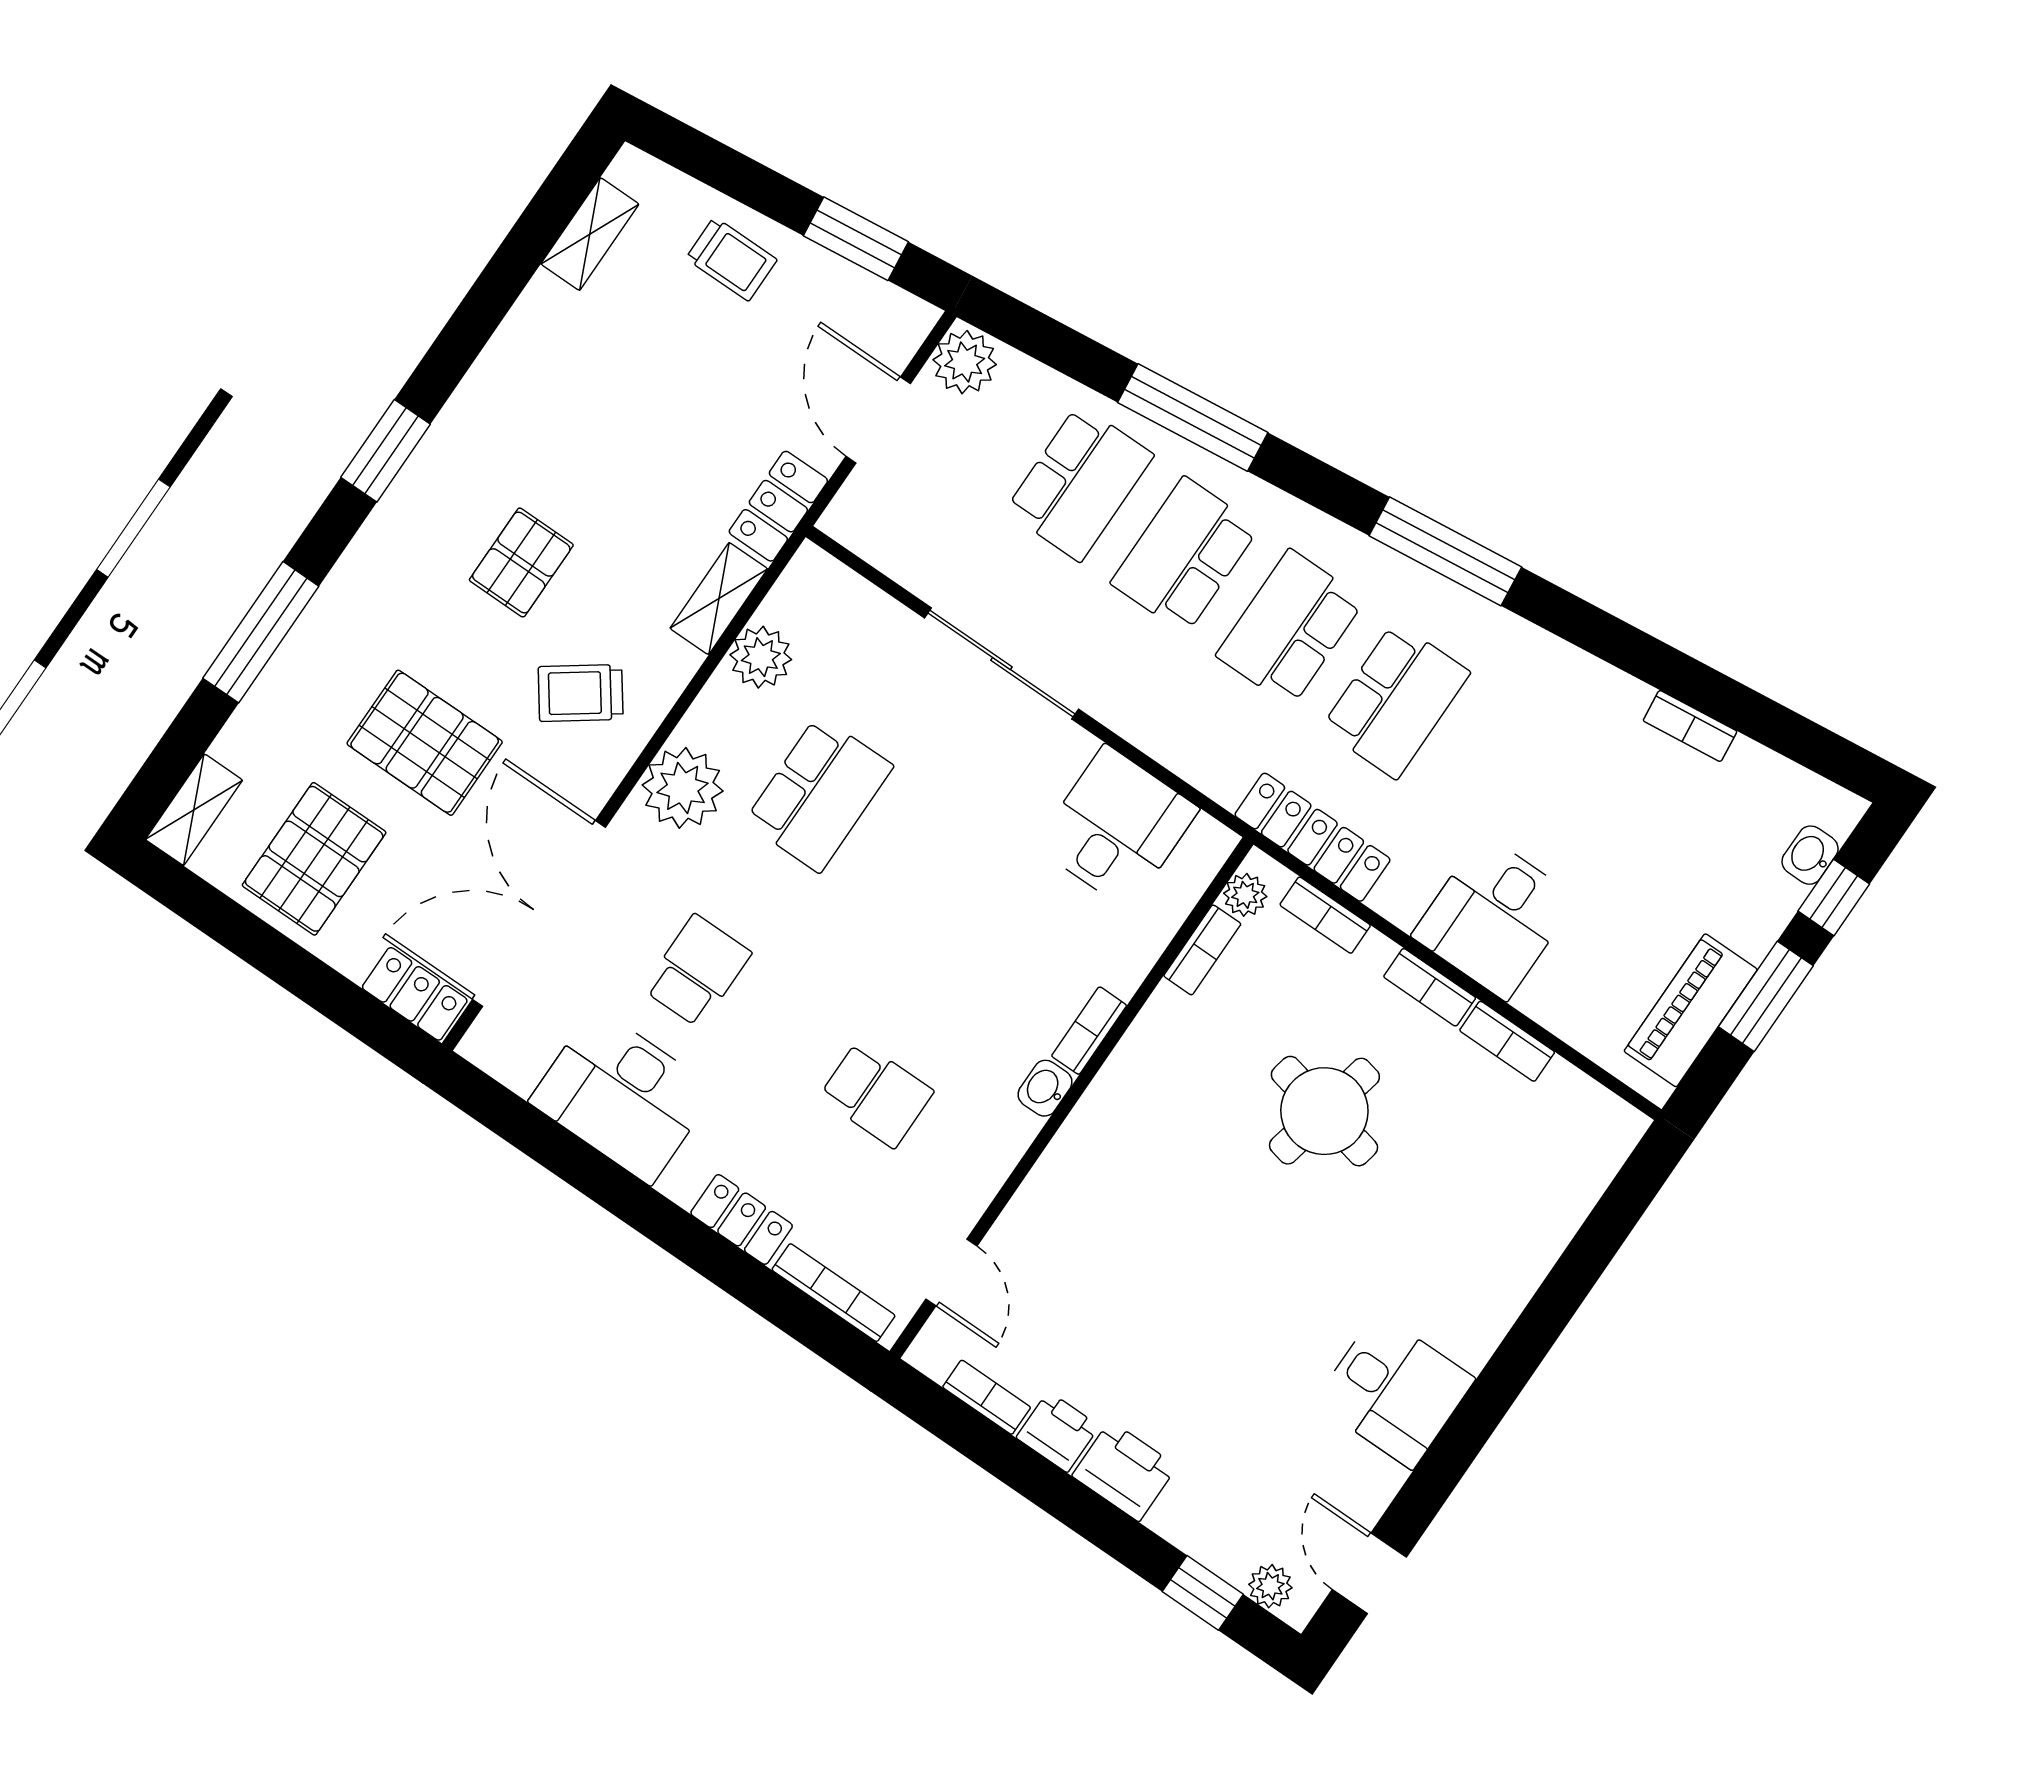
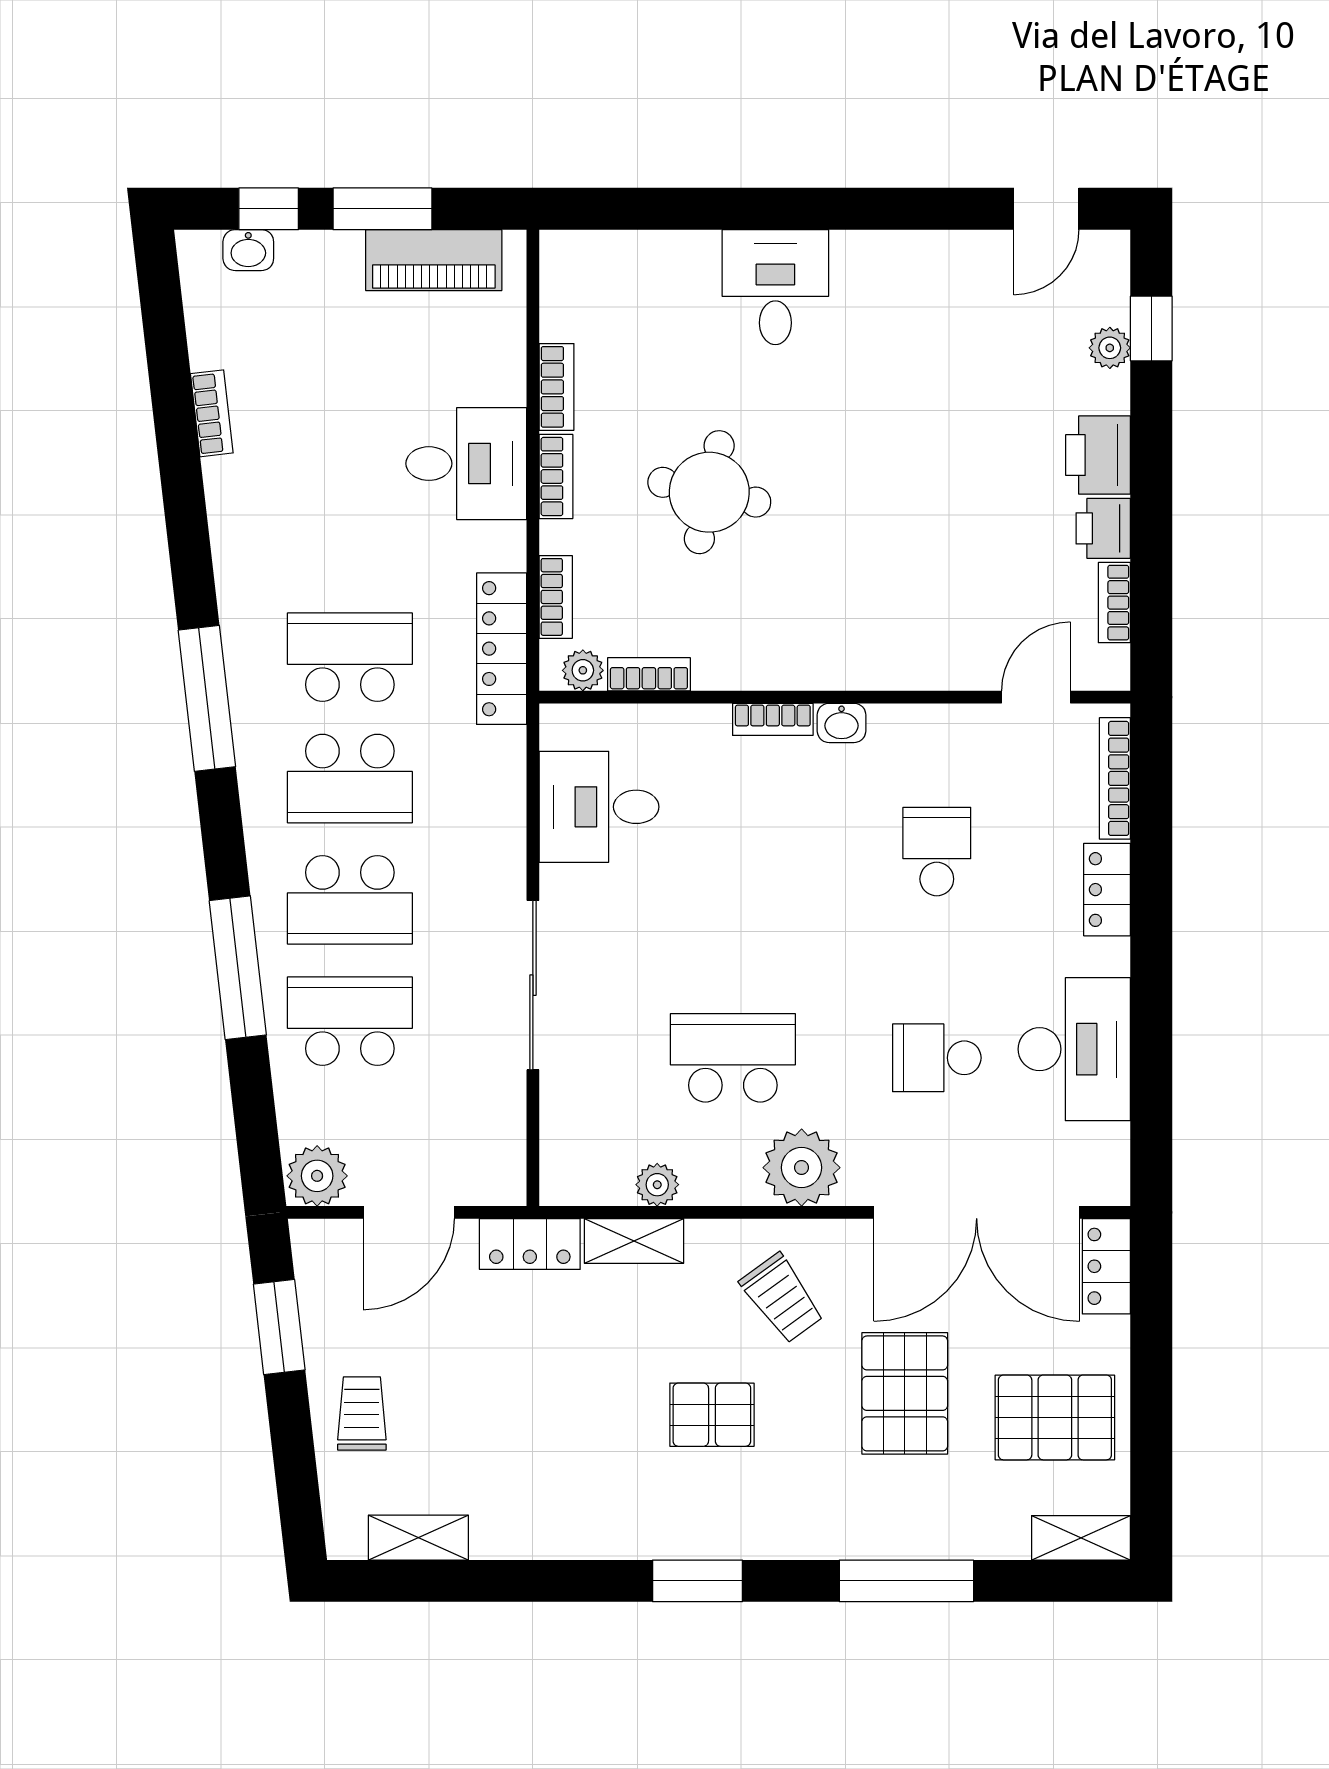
plant: (761, 657) -> (657, 1185), width x0.73, depth x0.73
desk: (1395, 1391) -> (775, 287), moved
plant: (1270, 1586) -> (1110, 348), moved

